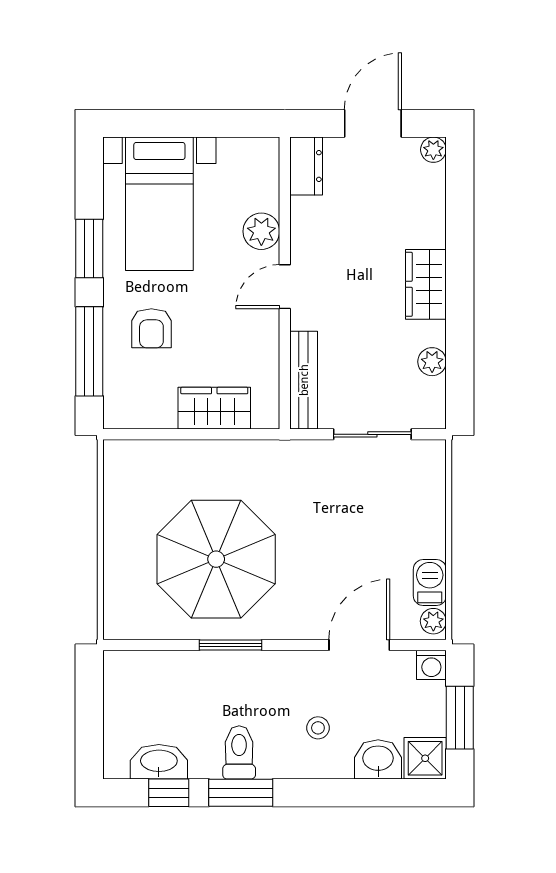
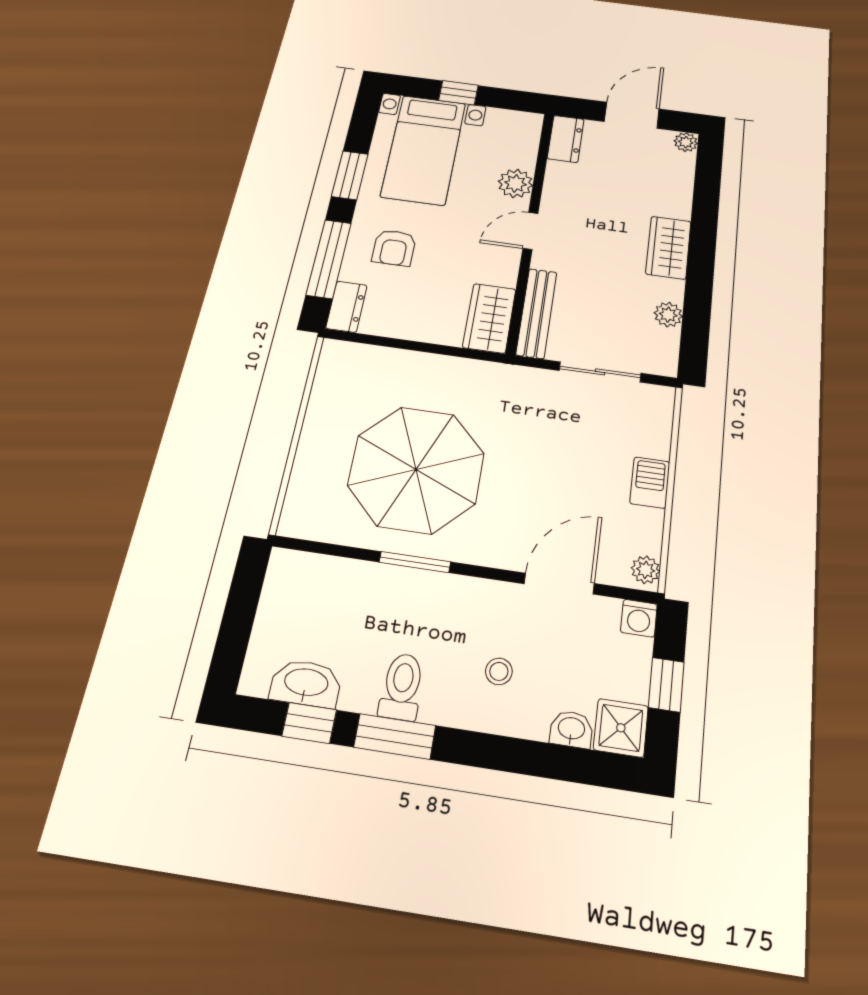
window: (183, 123) -> (458, 93), added
dresser: (118, 402) -> (346, 307), added
wardrobe: (214, 408) -> (489, 318), moved, turned -90
barbecue: (430, 583) -> (650, 483), moved
window: (460, 718) -> (666, 685), width x0.67
washbasin: (378, 759) -> (571, 729), width x0.72, depth x0.69

